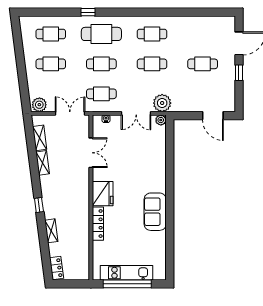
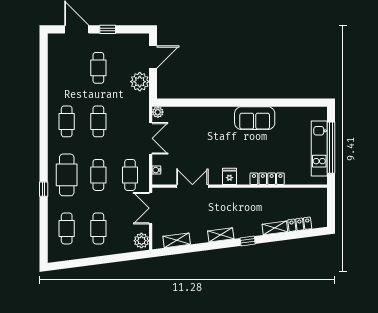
plant: (162, 103) -> (140, 82), moved
shelving: (43, 163) -> (221, 235), moved
fridge: (103, 194) -> (229, 176), width x0.53, depth x0.75
locker: (57, 268) -> (300, 224), moved

